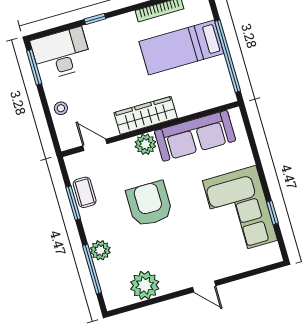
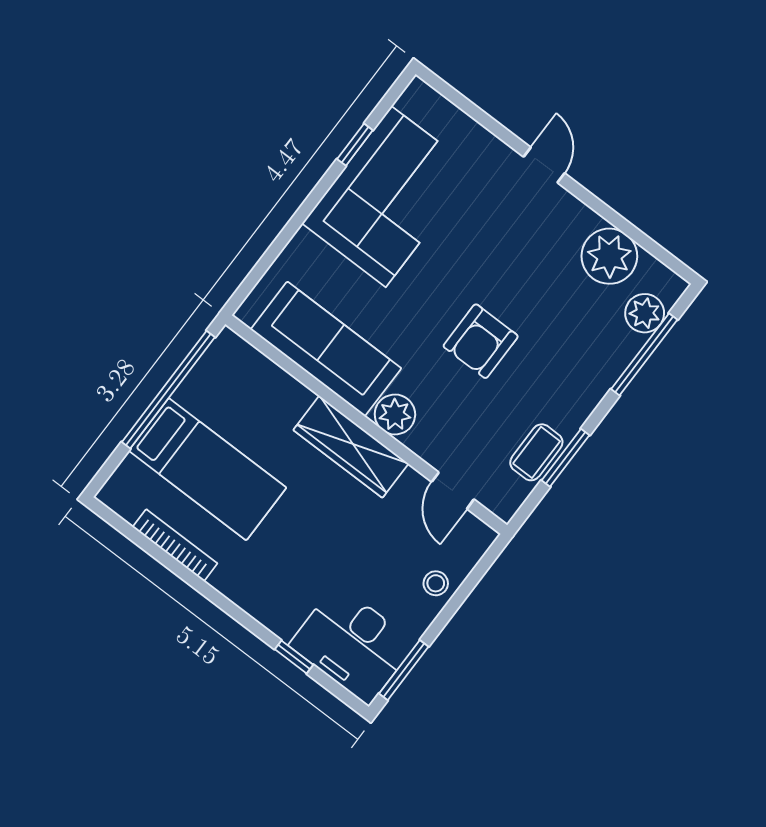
window: (95, 19) -> (294, 657), moved
armchair: (149, 204) -> (481, 341), width x0.73, depth x0.73
plant: (100, 250) -> (645, 313), moved

